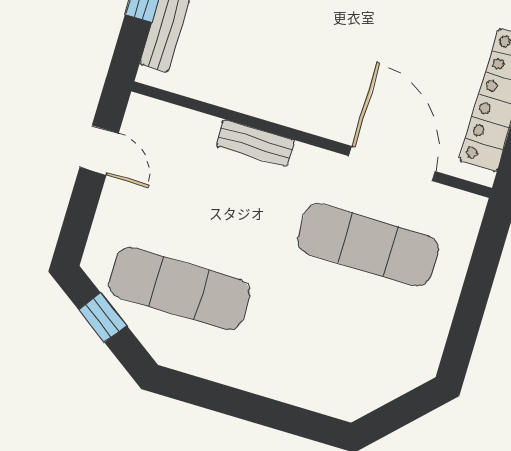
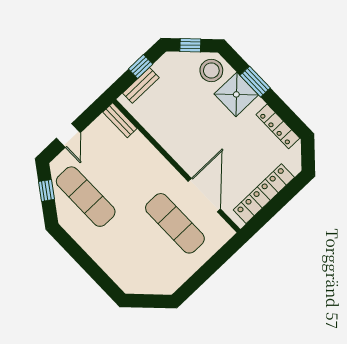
bench: (255, 143) -> (120, 120), moved
door: (99, 150) -> (68, 135), moved

